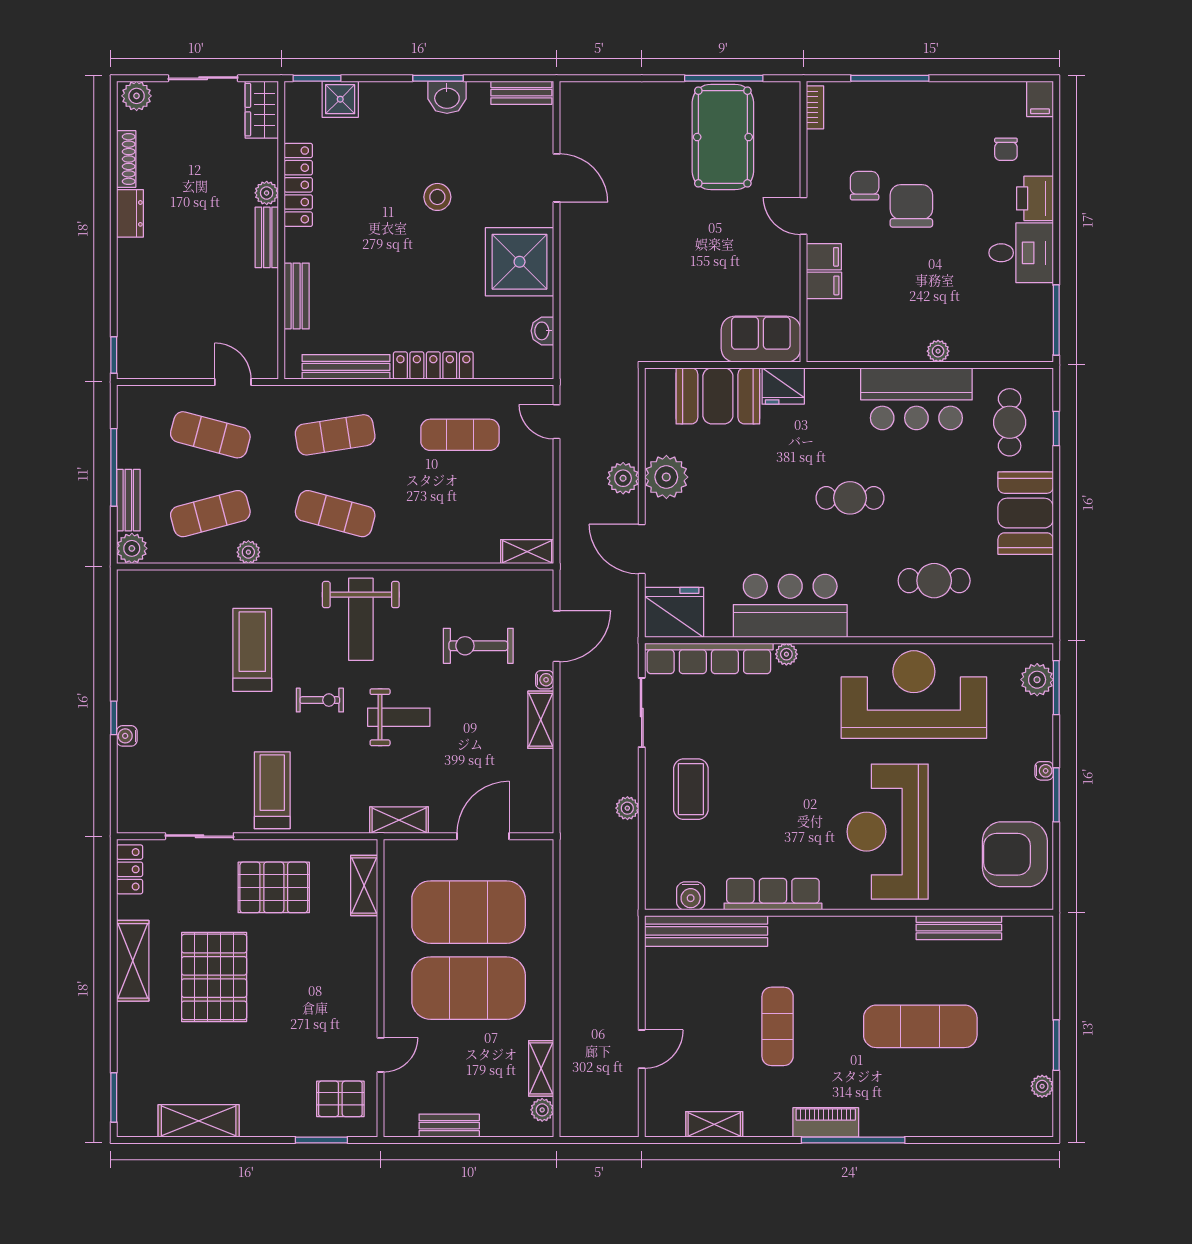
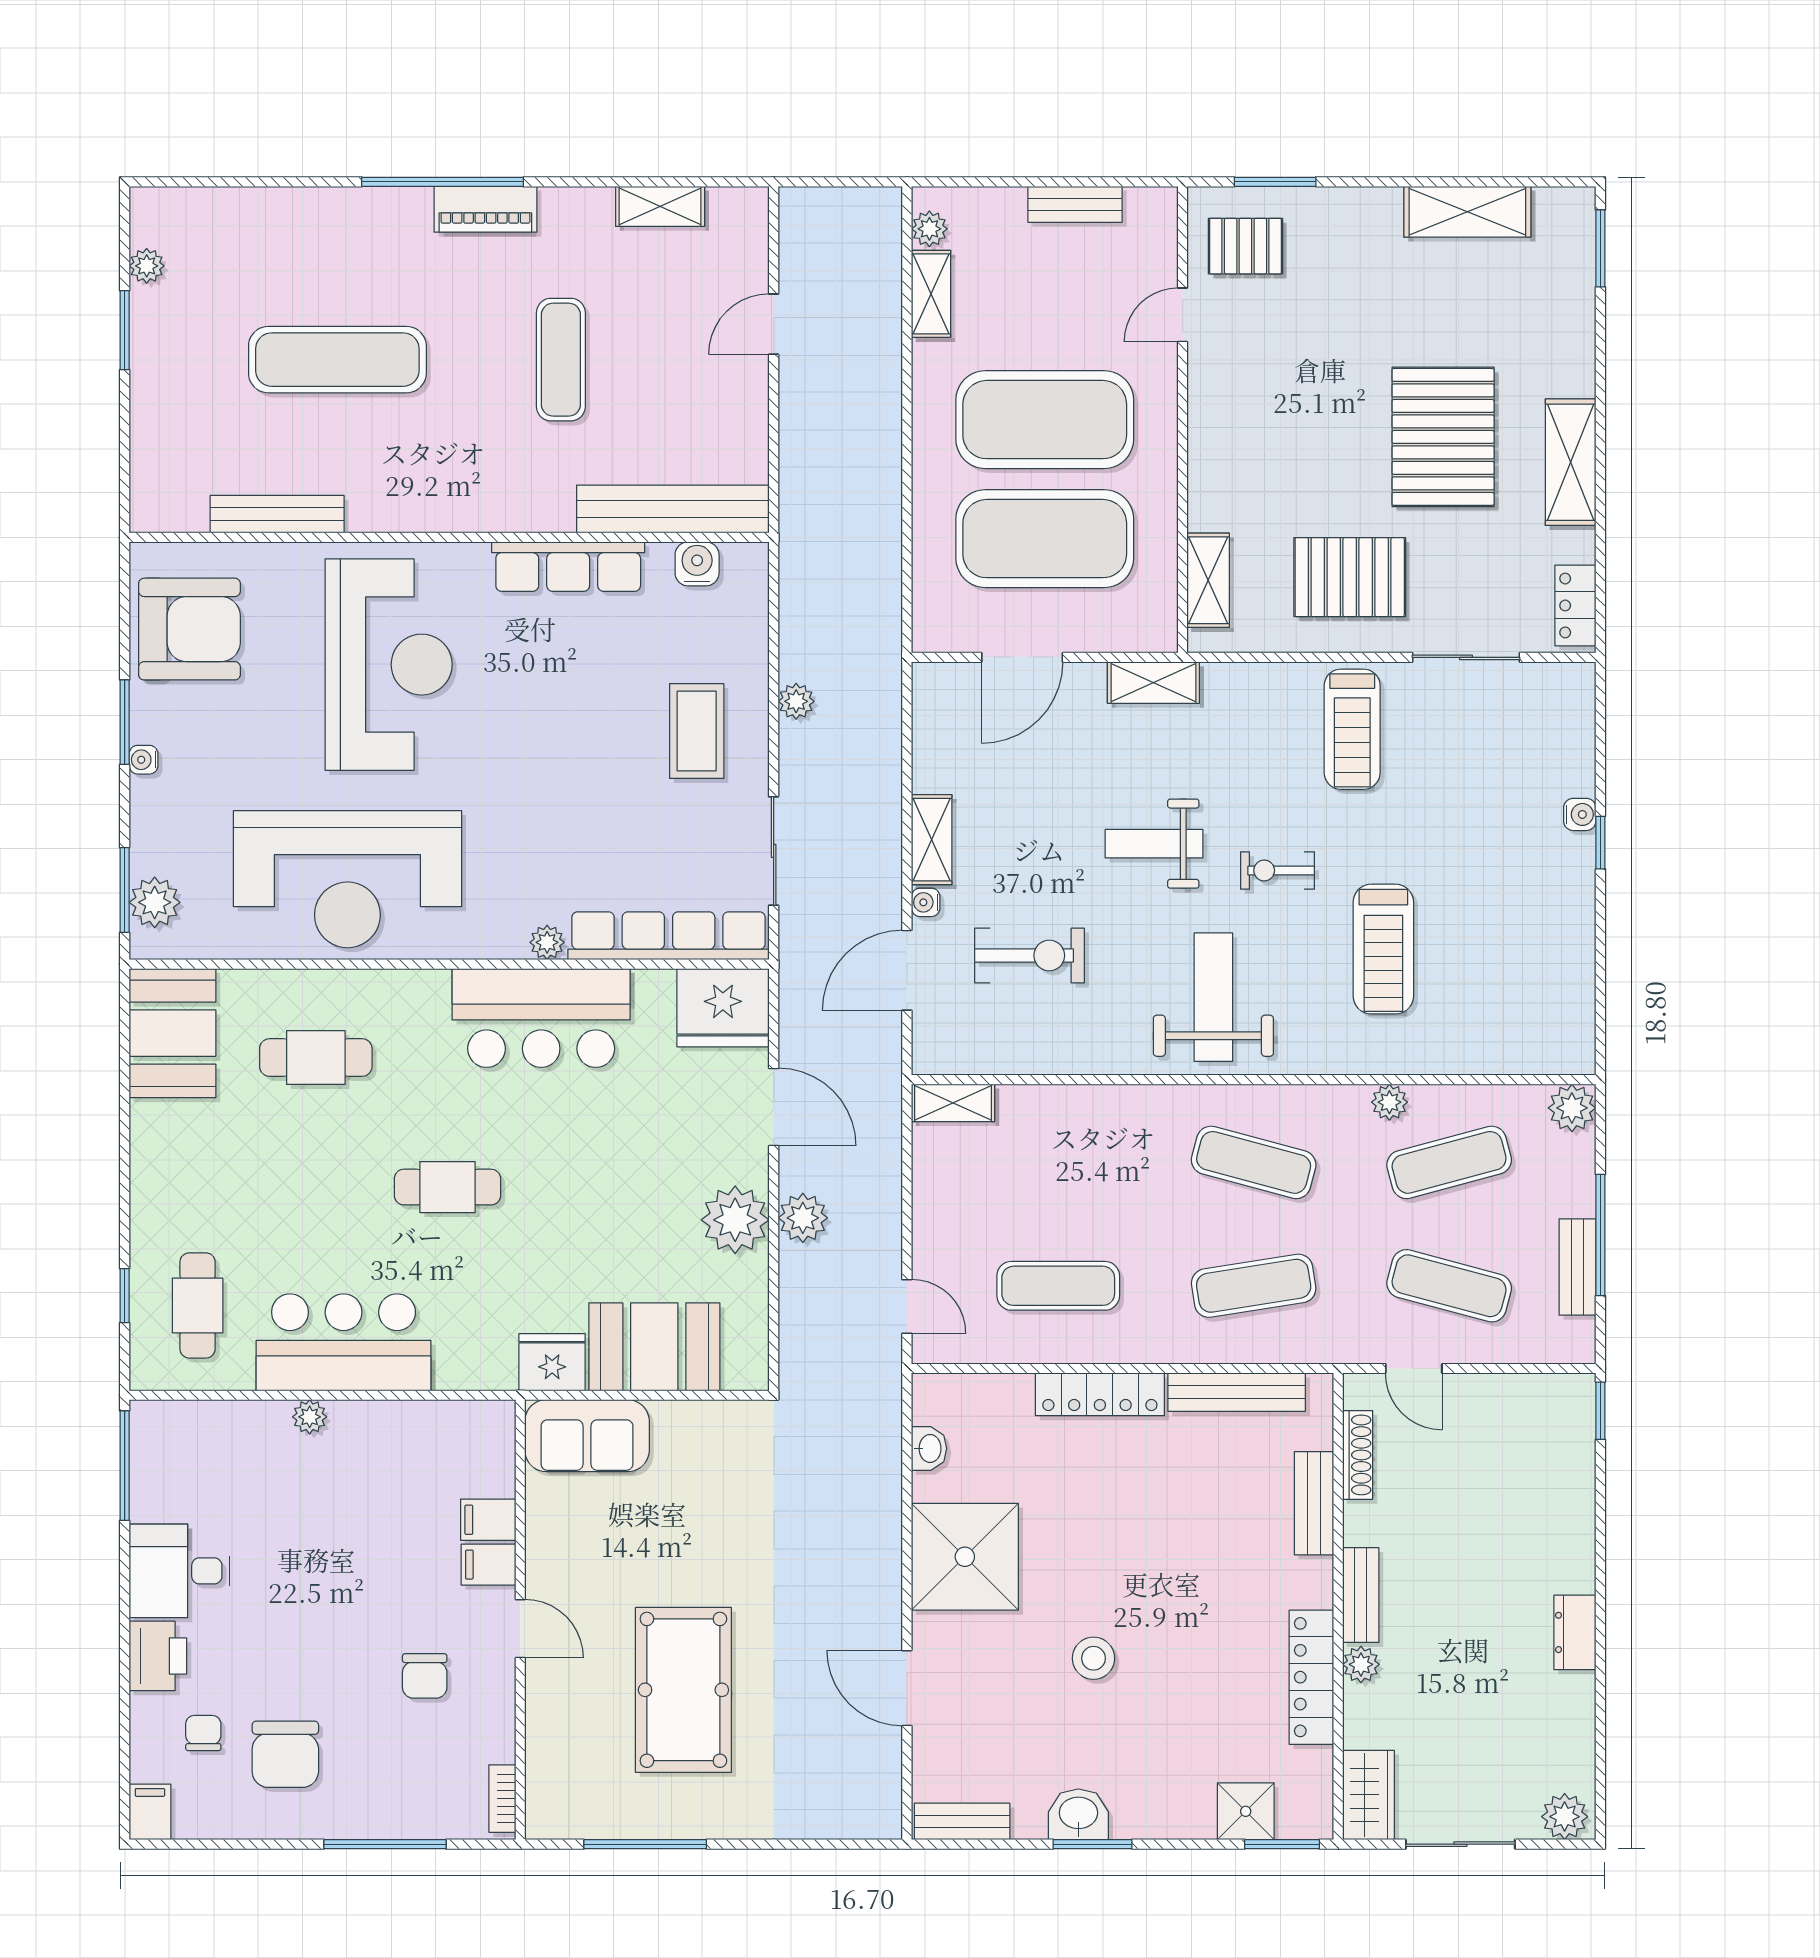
pool table: (723, 137) -> (683, 1690), moved
shoe rack: (126, 159) -> (1358, 1455), moved, turned 180
chair: (911, 206) -> (285, 1754), moved
bench: (128, 500) -> (1577, 1267), moved
booth: (1026, 513) -> (172, 1033), moved

